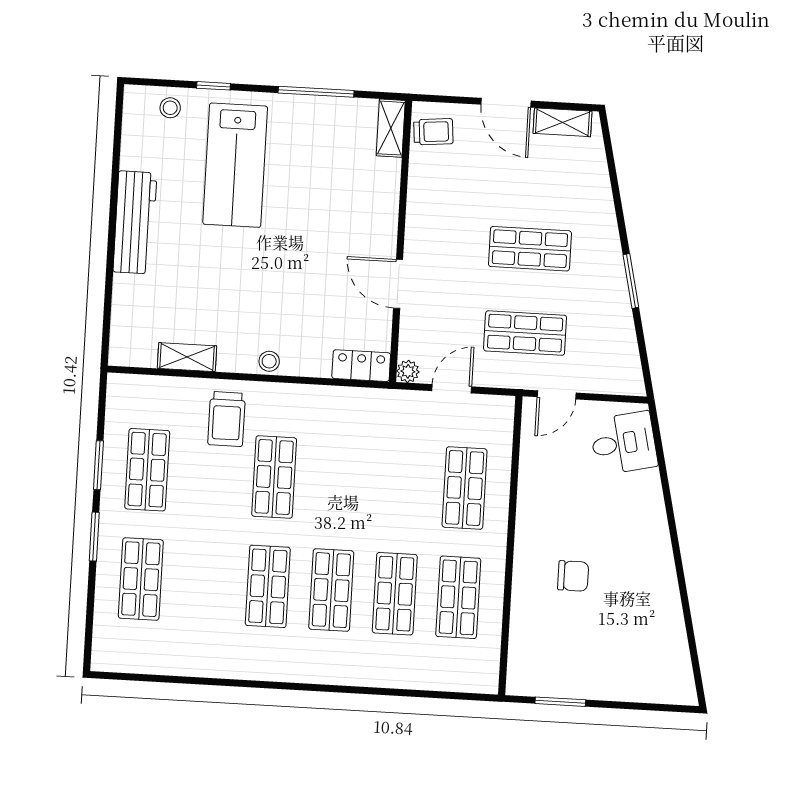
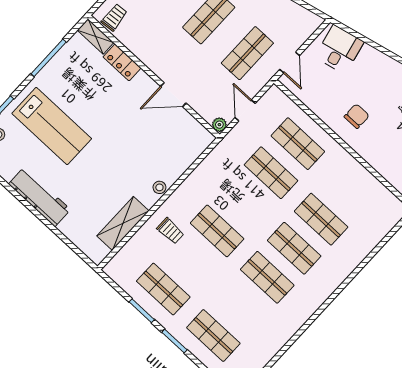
shelving: (187, 357) -> (123, 223), width x1.50, depth x1.33
locker: (361, 366) -> (122, 62), moved, turned -90
trolley: (227, 419) -> (170, 231), width x0.73, depth x0.72
chair: (573, 576) -> (357, 116), moved
shop shelf: (458, 597) -> (271, 173), moved

